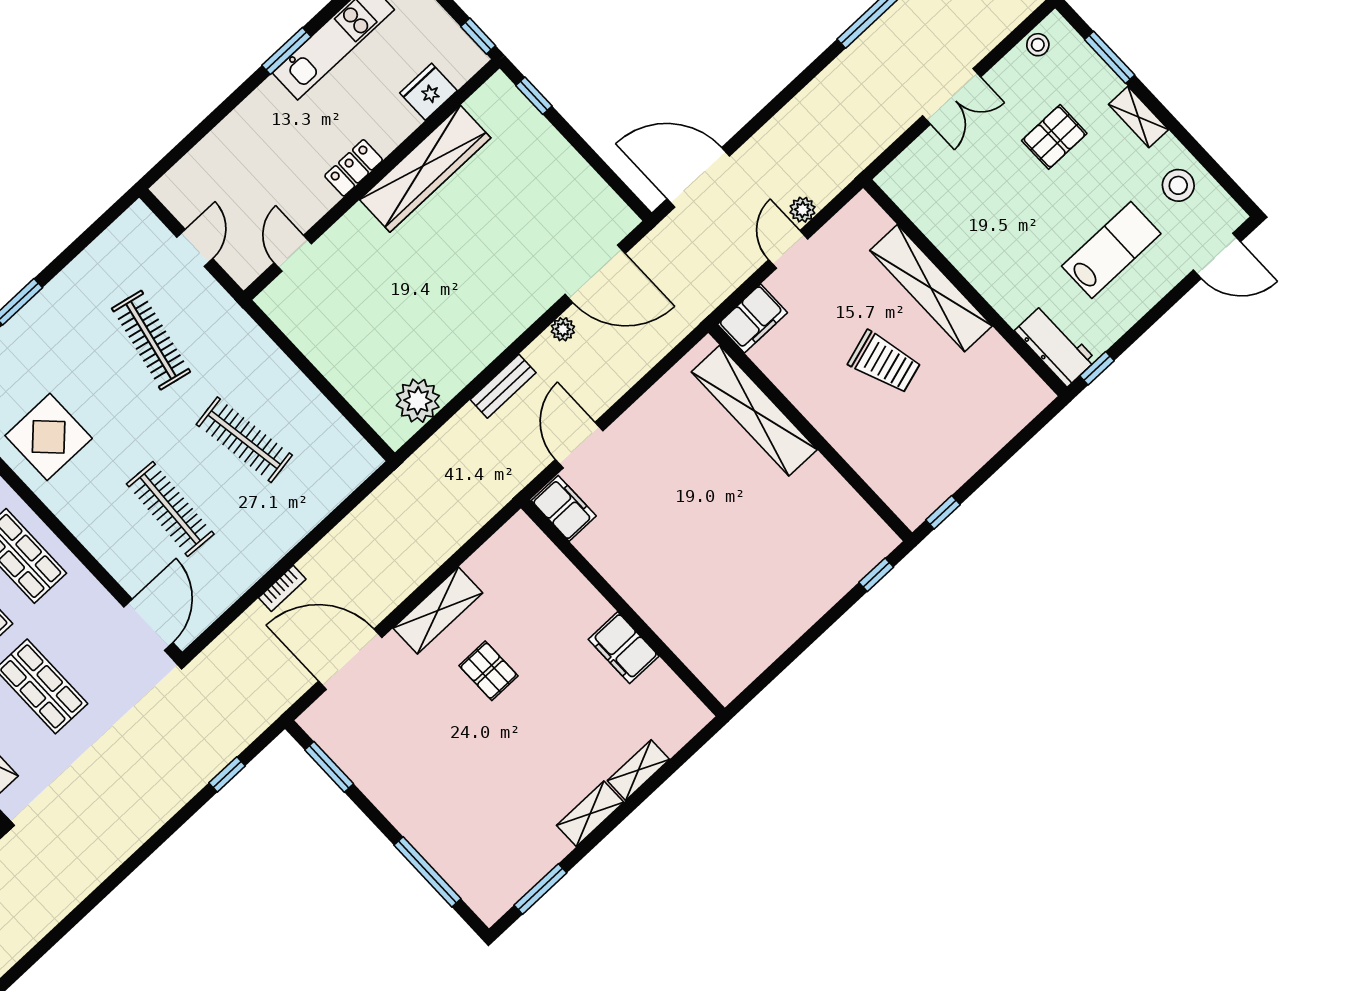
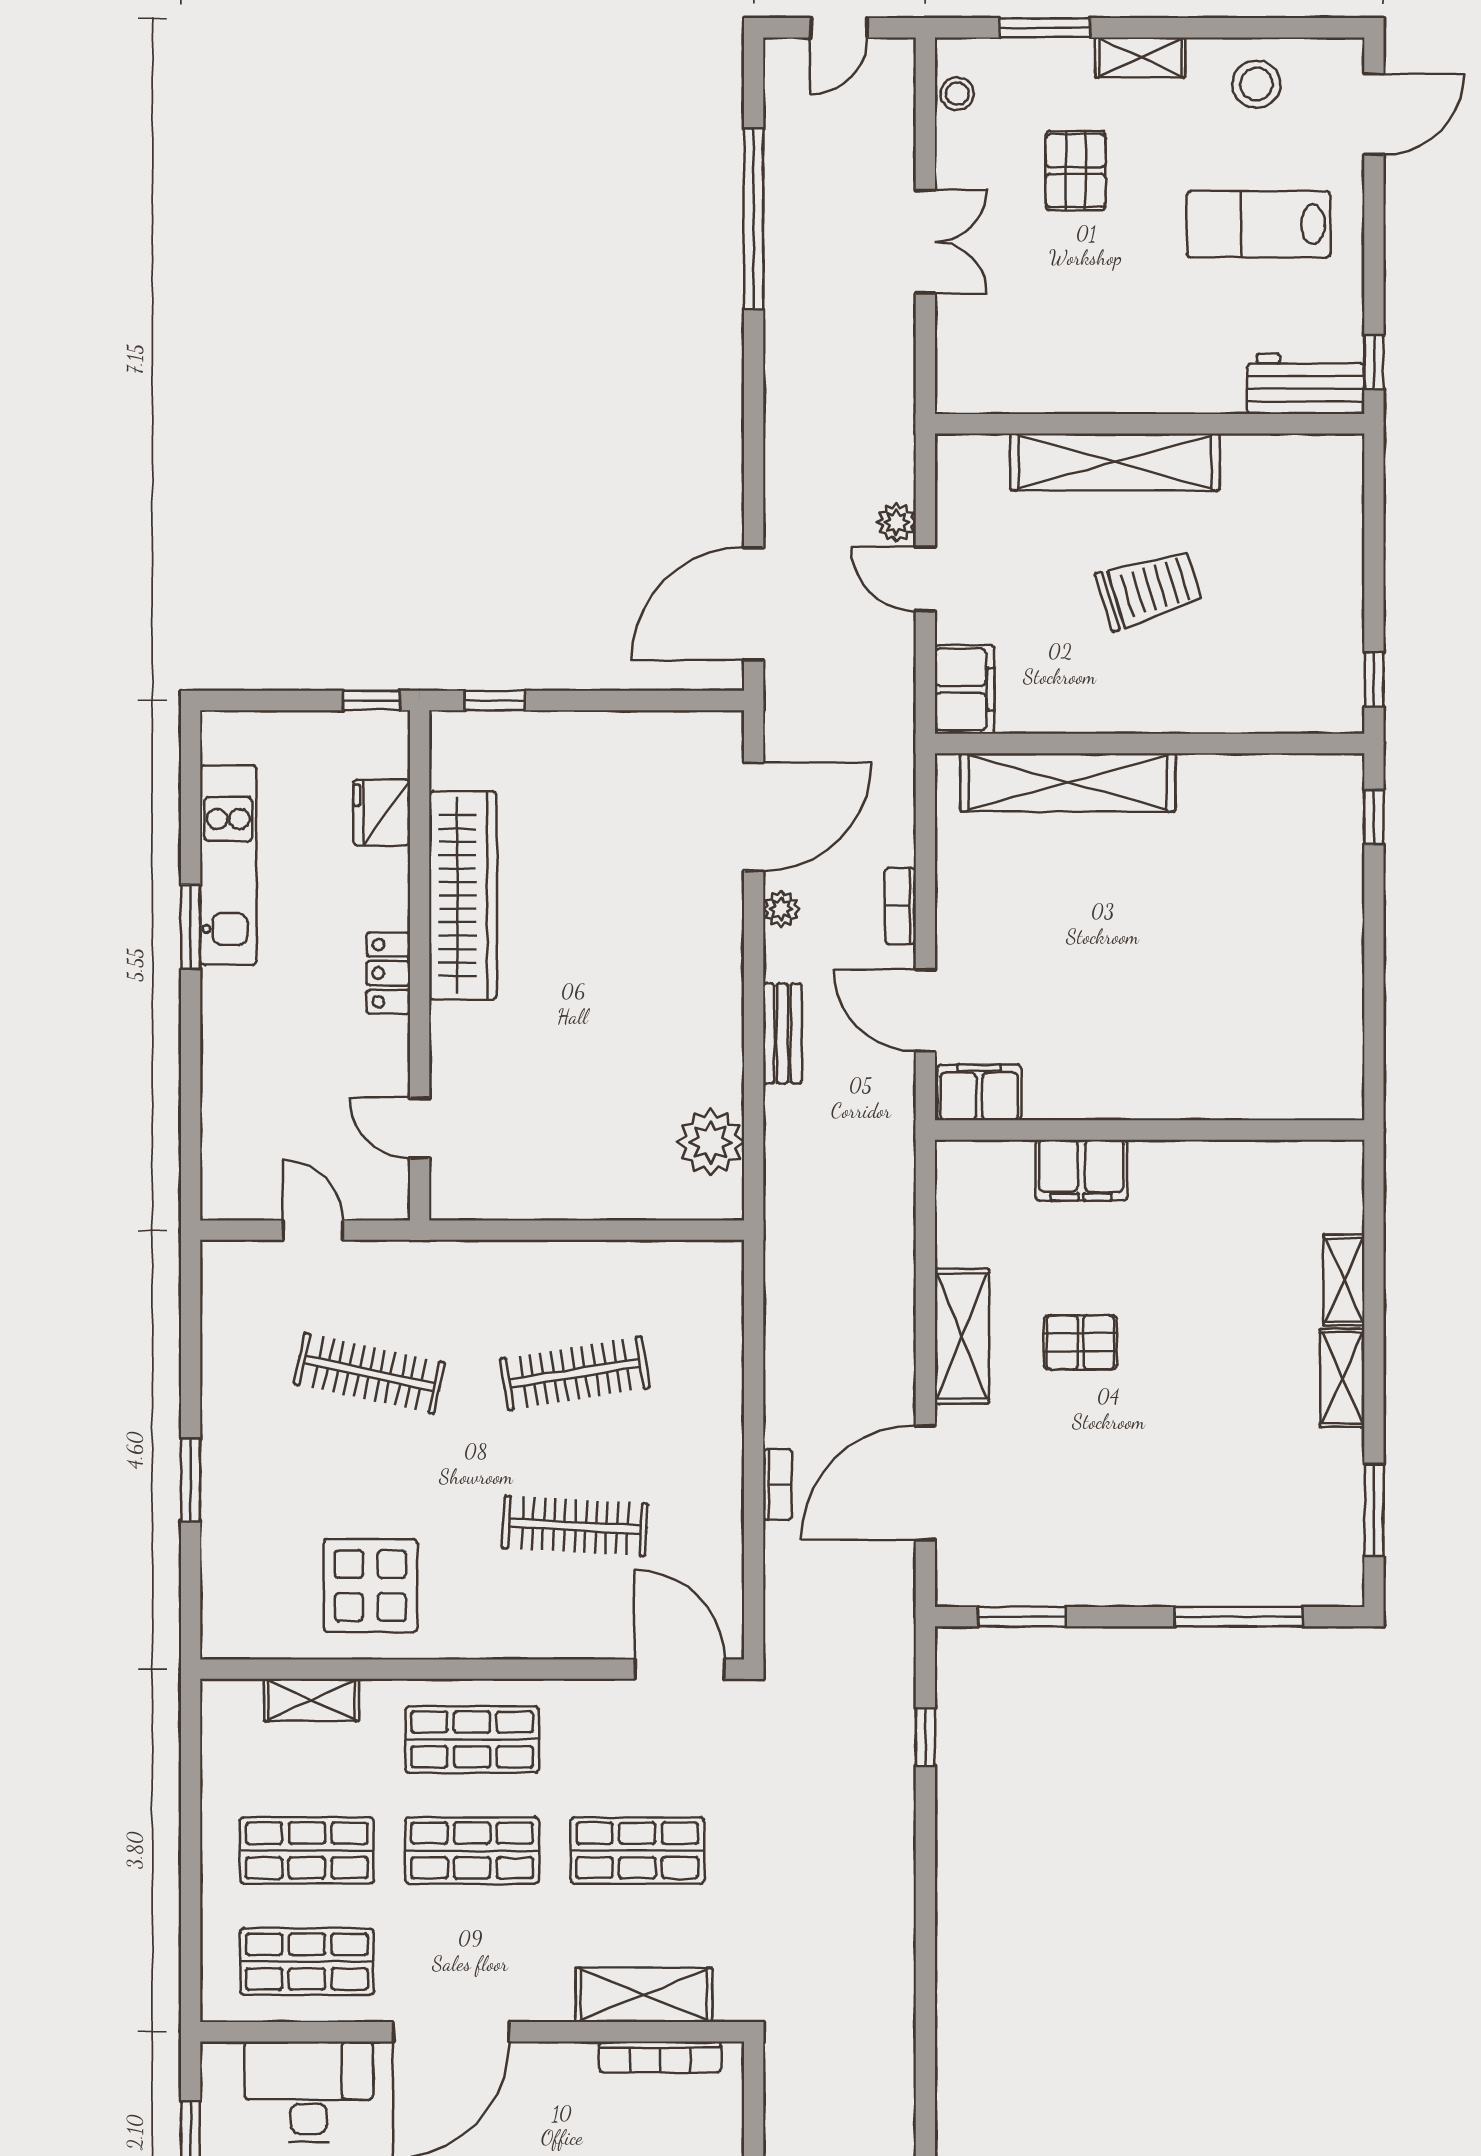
lab bench: (1111, 250) -> (1259, 224), turned -90
bookcase: (619, 386) -> (901, 906), added
filing cabinet: (624, 648) -> (1081, 1170), moved

